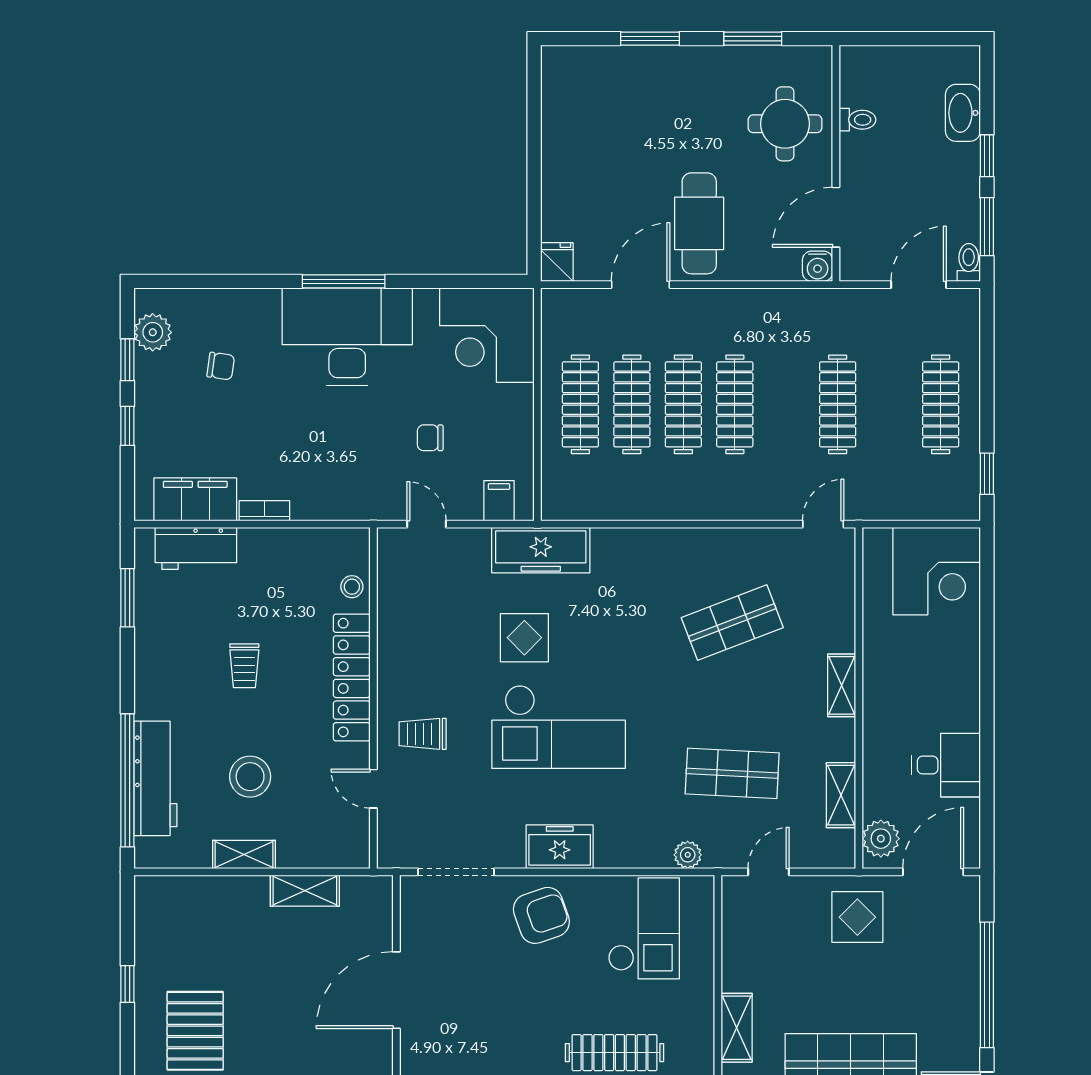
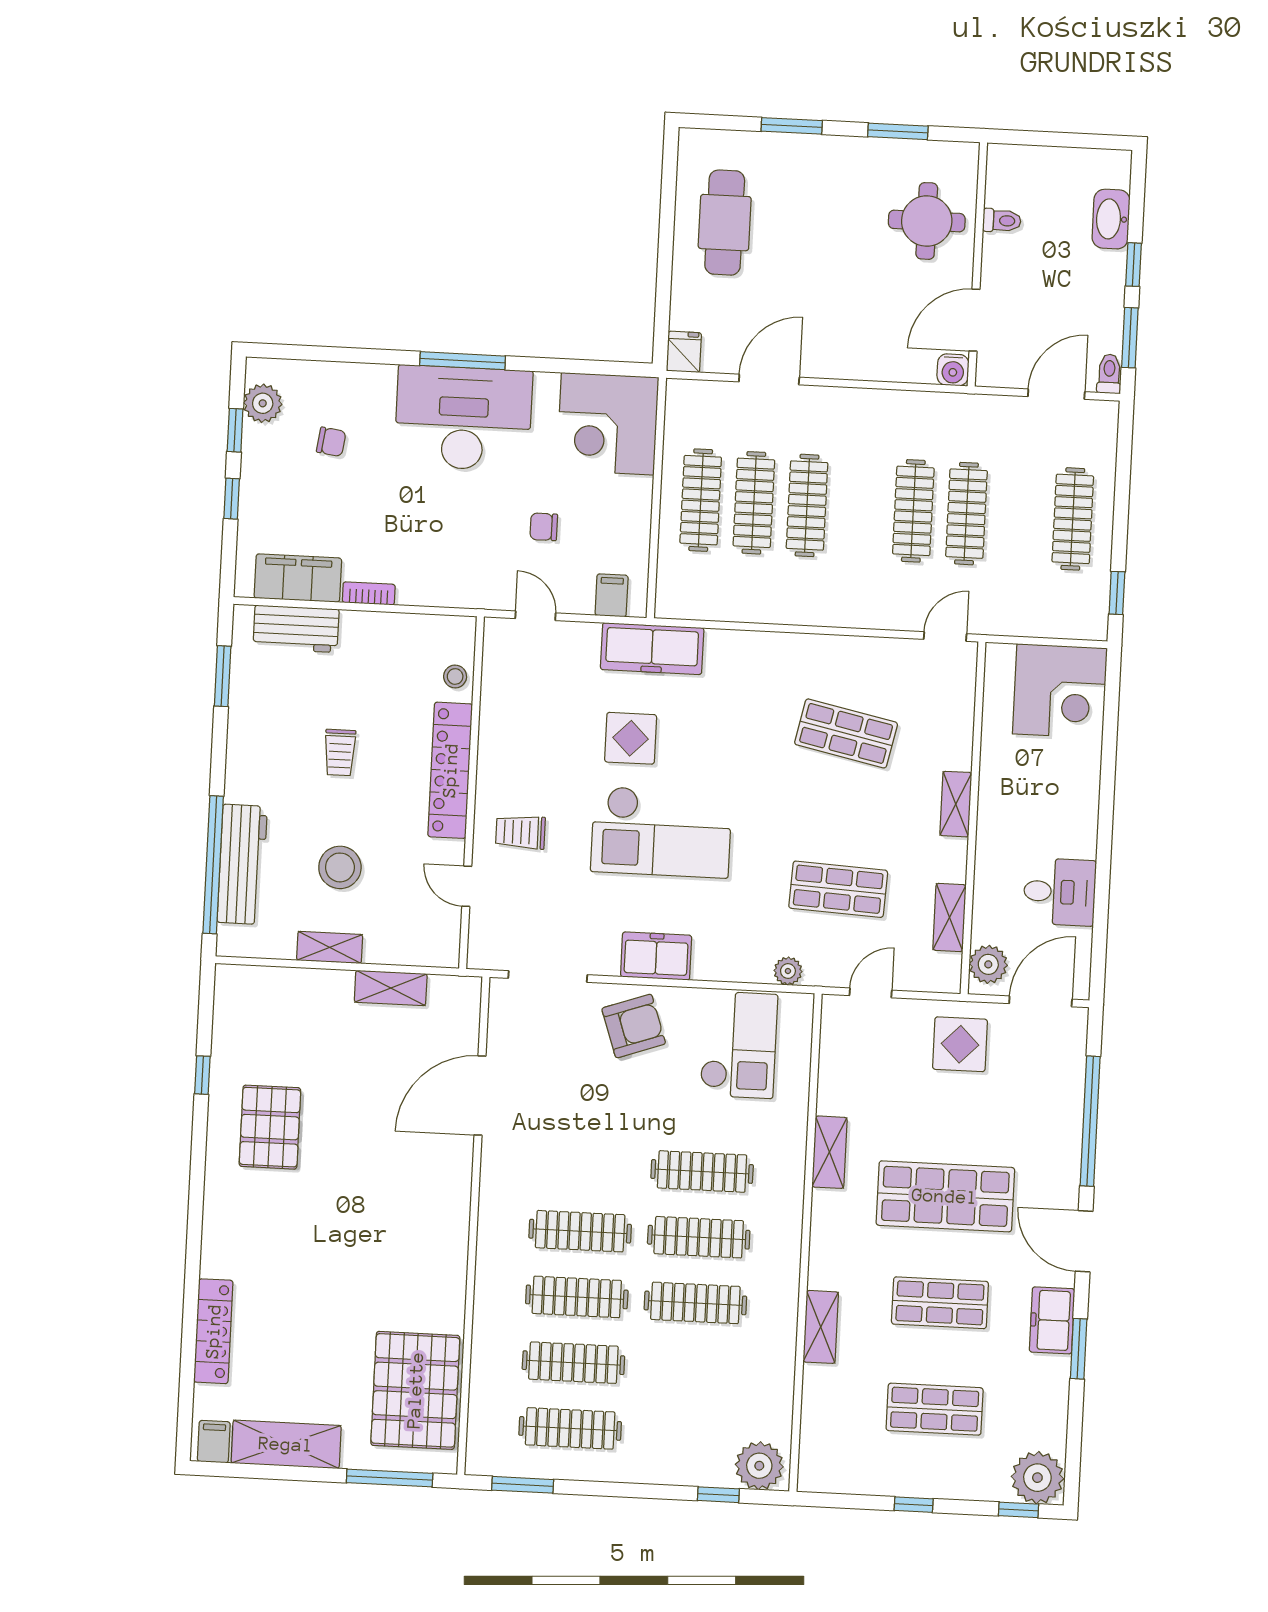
cafe table: (699, 223) -> (725, 223), moved
clothes rail: (735, 404) -> (913, 511), moved
shop shelf: (732, 623) -> (846, 733), turned 33

